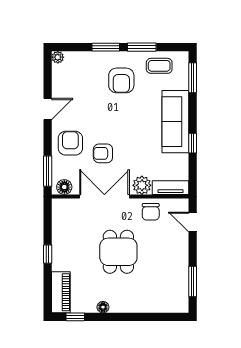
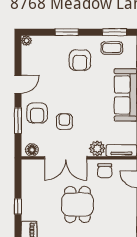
window: (142, 47) -> (115, 32), moved
armchair: (70, 143) -> (37, 113), turned 180
armchair: (103, 153) -> (64, 122), turned 90
window: (48, 171) -> (18, 120), moved
double door: (104, 196) -> (66, 158), swing flipped

